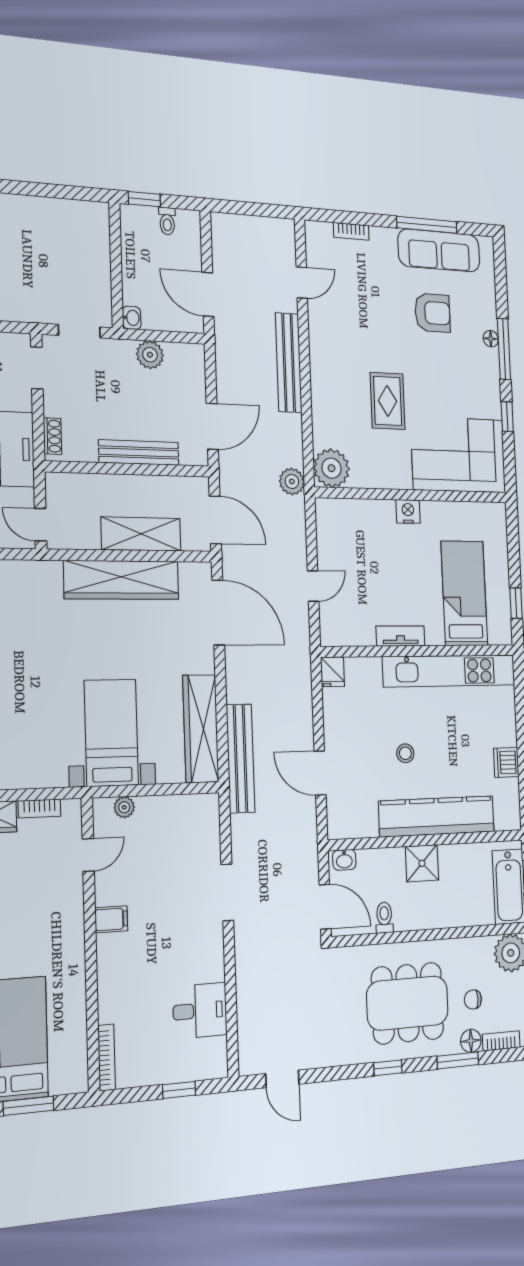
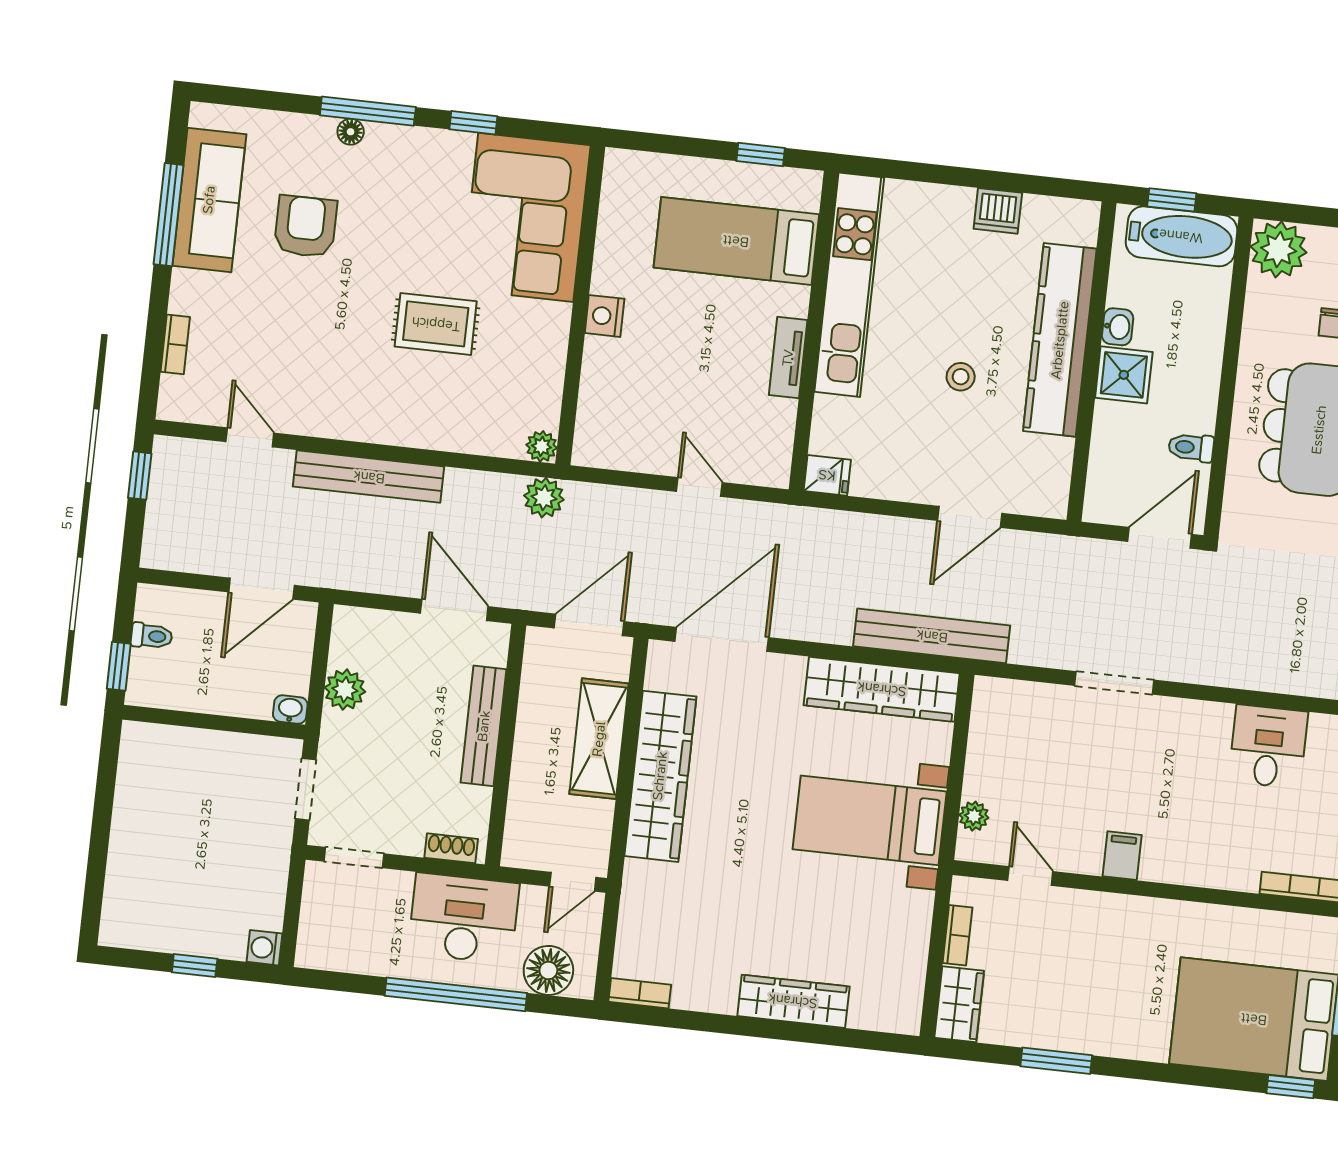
window: (268, 210) -> (140, 476), added
plant: (331, 468) -> (542, 446), width x0.53, depth x0.53
washbasin: (344, 860) -> (1118, 327), moved

